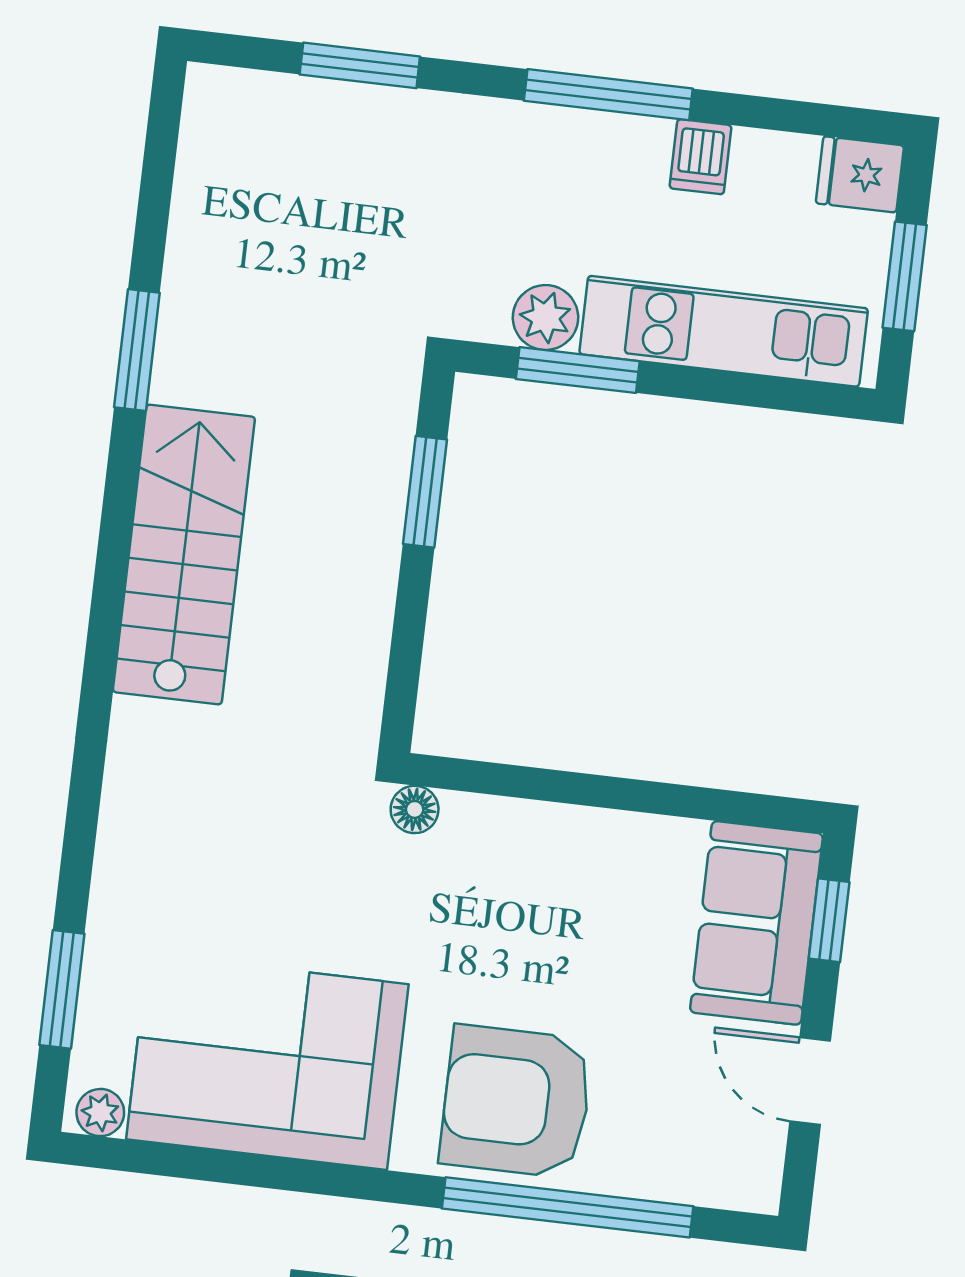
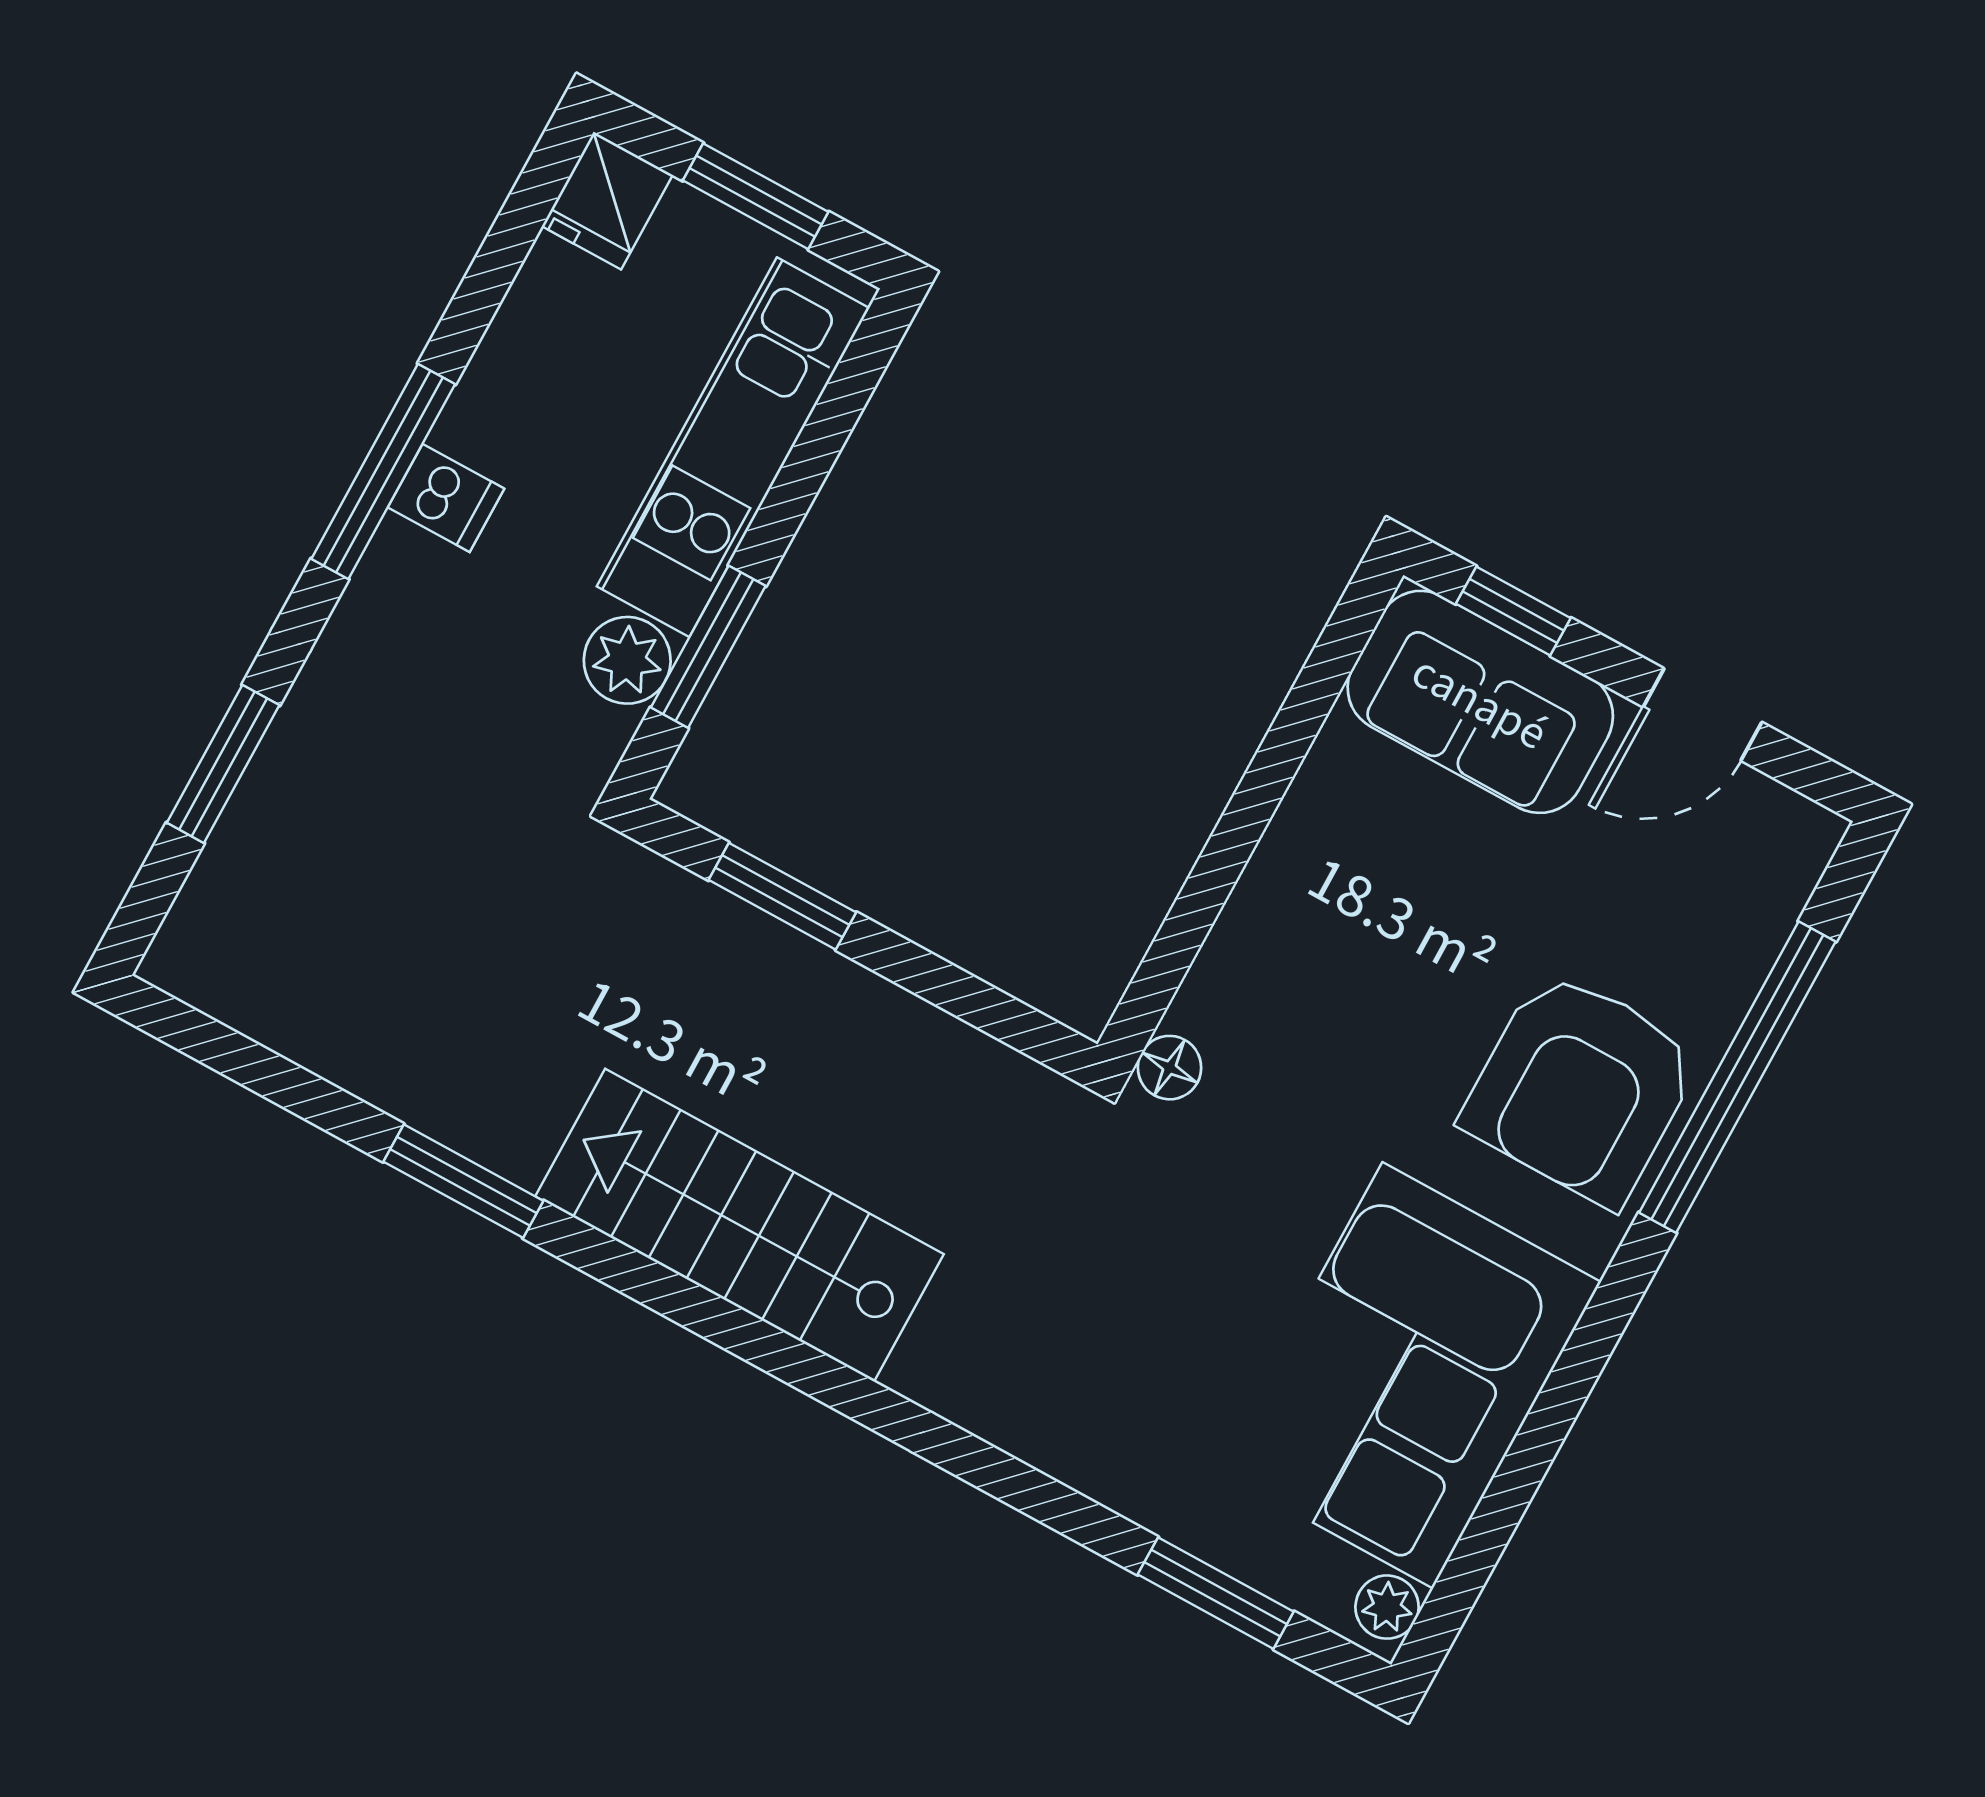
dishwasher: (701, 157) -> (446, 498), moved

